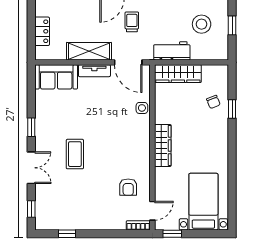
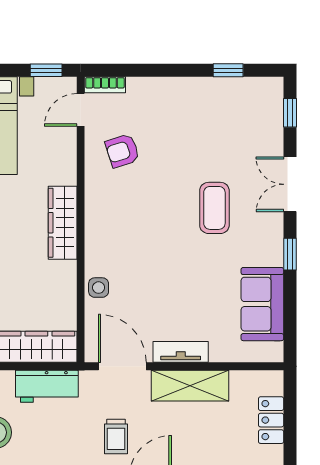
sofa: (56, 77) -> (262, 304), moved, turned -90
armchair: (128, 187) -> (122, 151), turned -108

